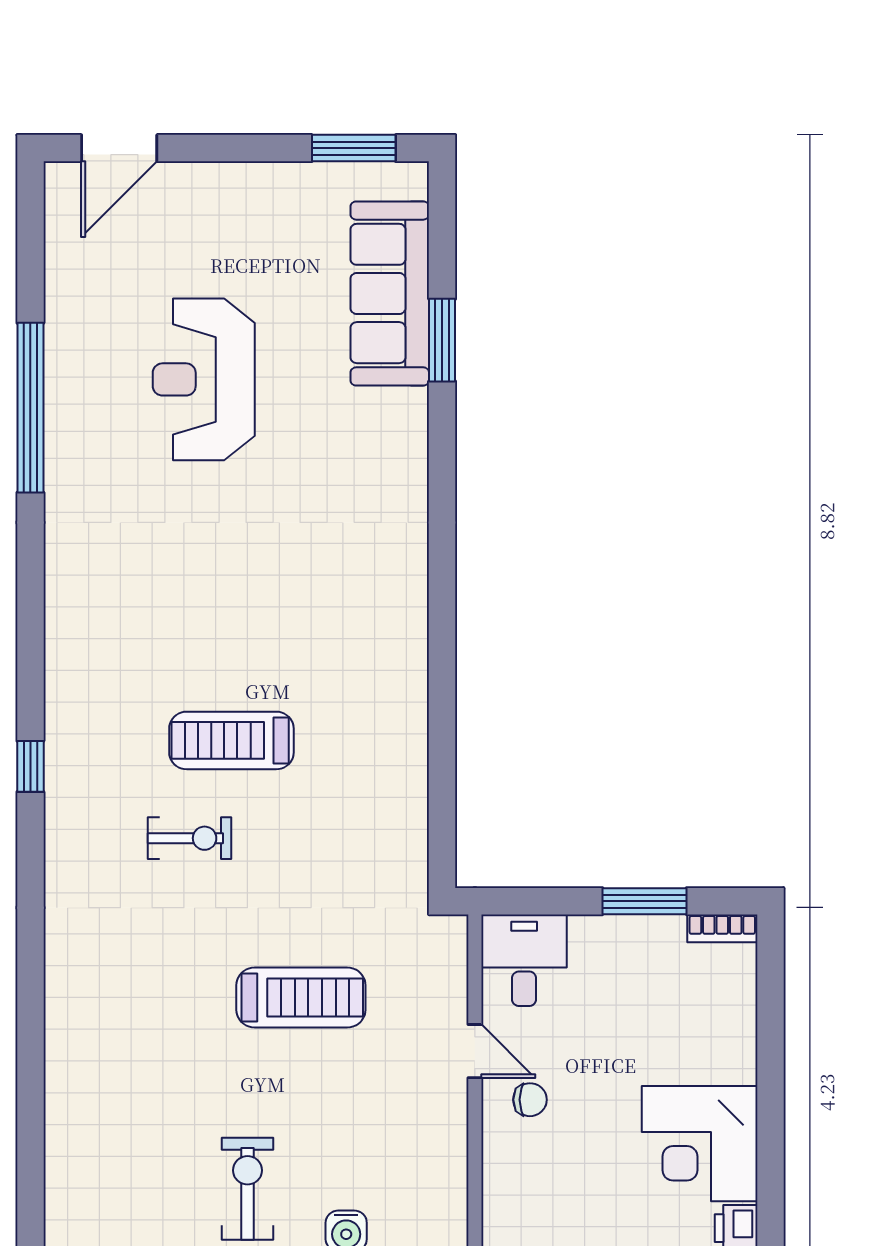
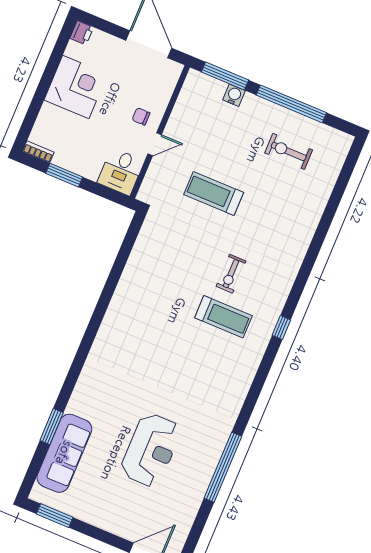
treadmill: (231, 740) -> (223, 317), moved
exercise bike: (190, 838) -> (231, 274), turned -90
door: (475, 1051) -> (155, 144), swing flipped
corner desk: (700, 1144) -> (76, 87), moved
exercise bike: (248, 1189) -> (289, 151), moved, turned 90

